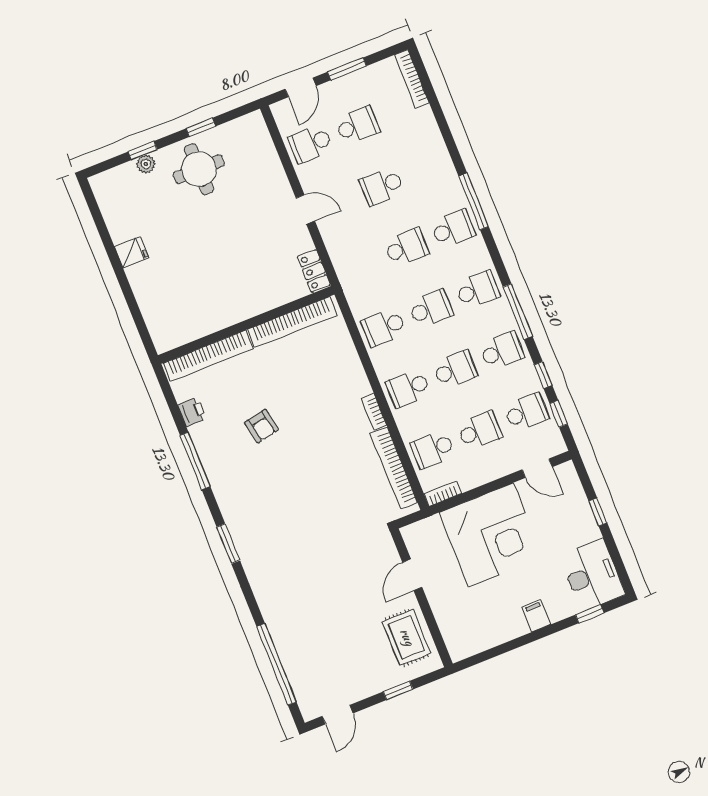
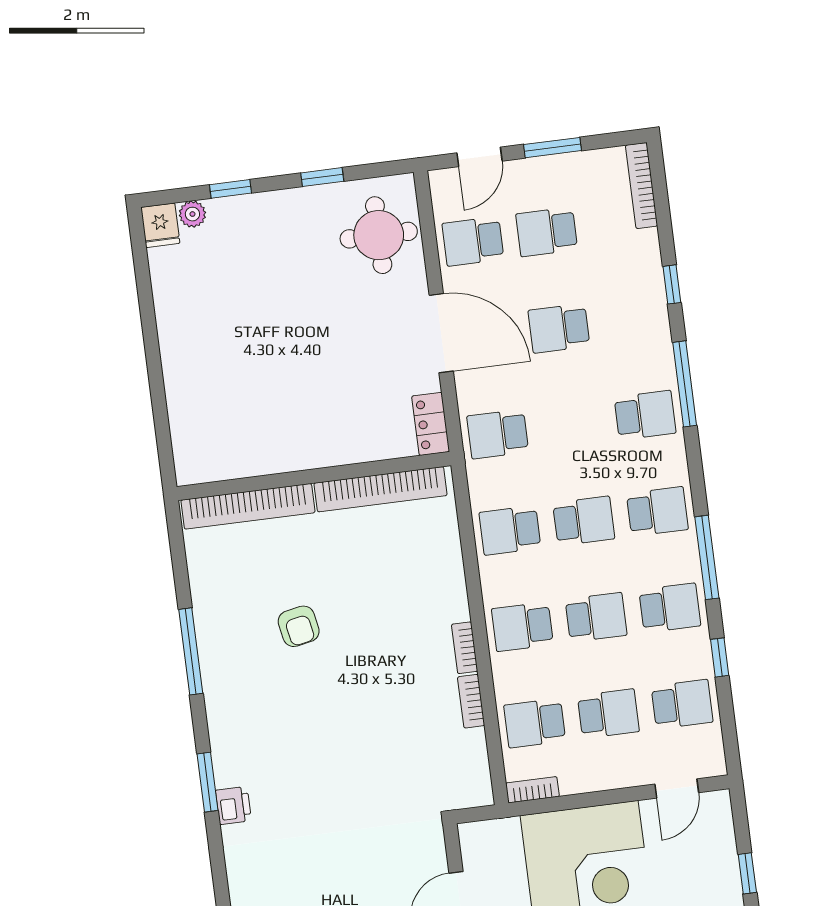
school desk: (357, 125) -> (547, 232), turned 180
plant: (146, 164) -> (192, 214), moved
round table: (199, 169) -> (379, 235), moved
door: (305, 210) -> (441, 333), width x1.87
school desk: (406, 247) -> (498, 434), moved, turned 180
fridge: (132, 252) -> (160, 225), moved, turned 90
printer: (192, 412) -> (233, 805), moved
window: (559, 414) -> (672, 284), moved
bookcase: (394, 468) -> (471, 701), width x0.43, depth x0.76
door: (537, 468) -> (677, 788), hinge flipped

